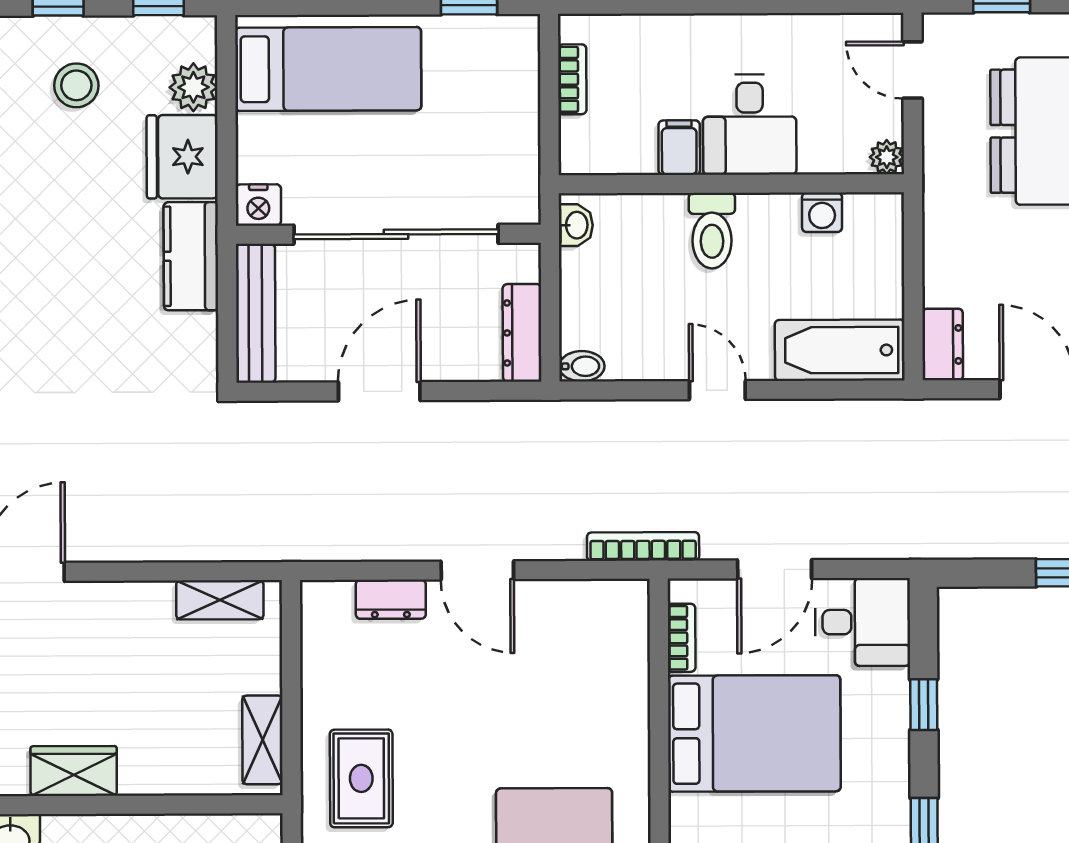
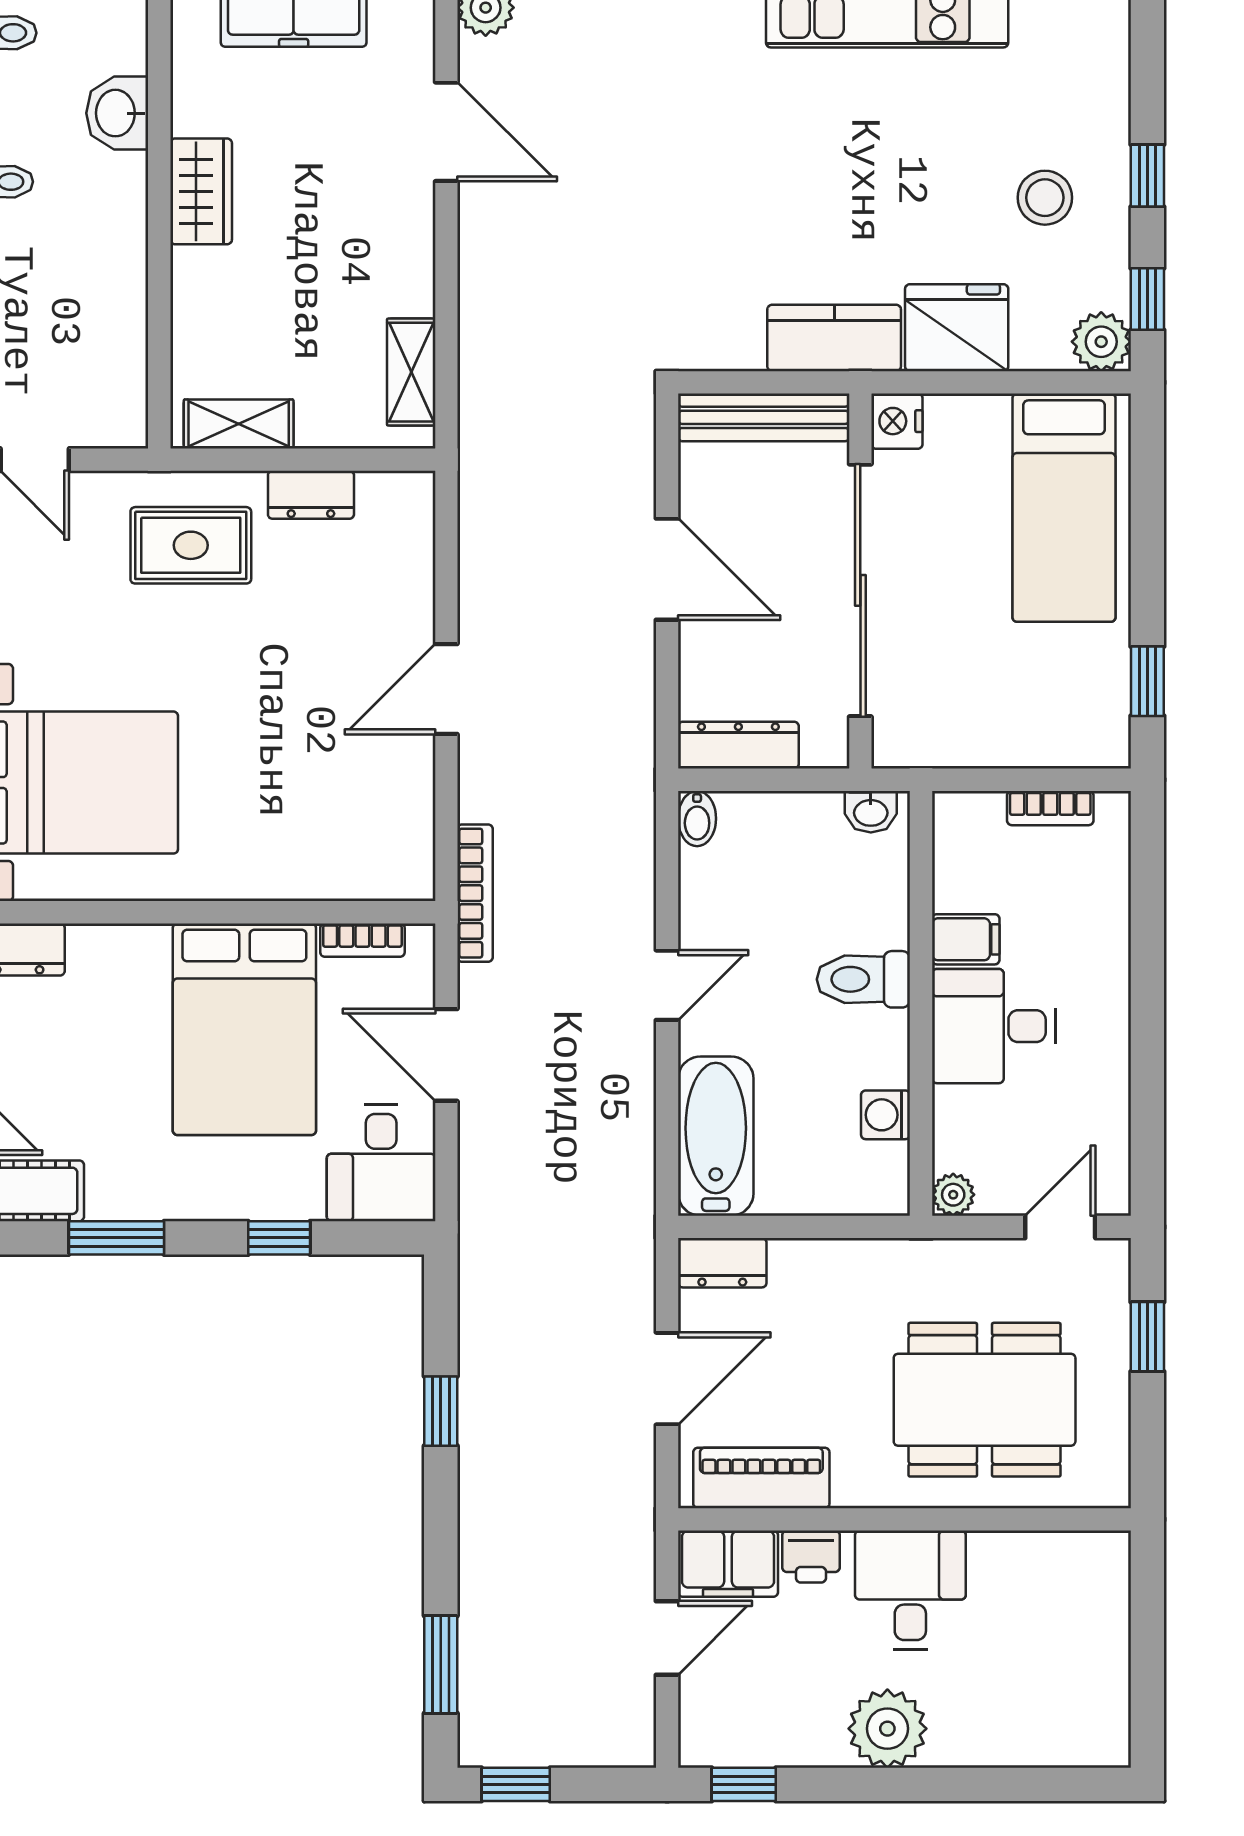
plant: (193, 87) -> (1101, 342), moved
dresser: (391, 599) -> (311, 495), moved, turned -90

